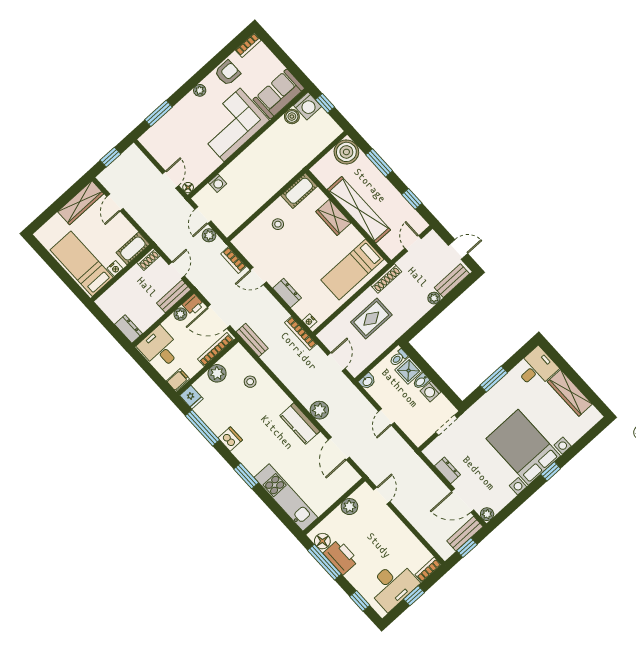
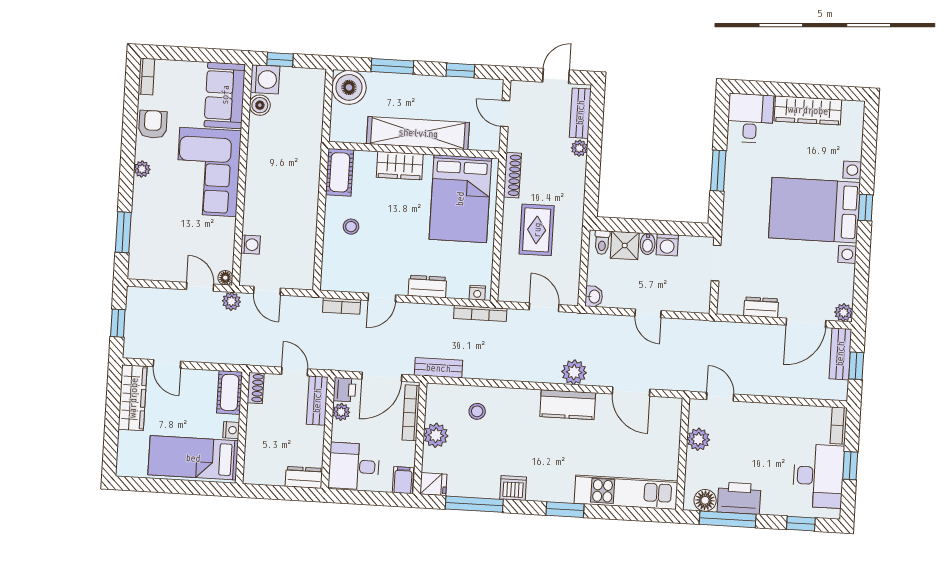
plant: (209, 235) -> (231, 301), moved
bed: (352, 270) -> (460, 199), width x1.50

